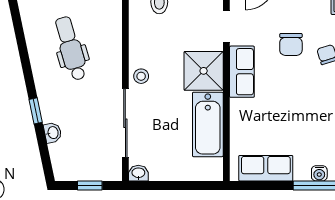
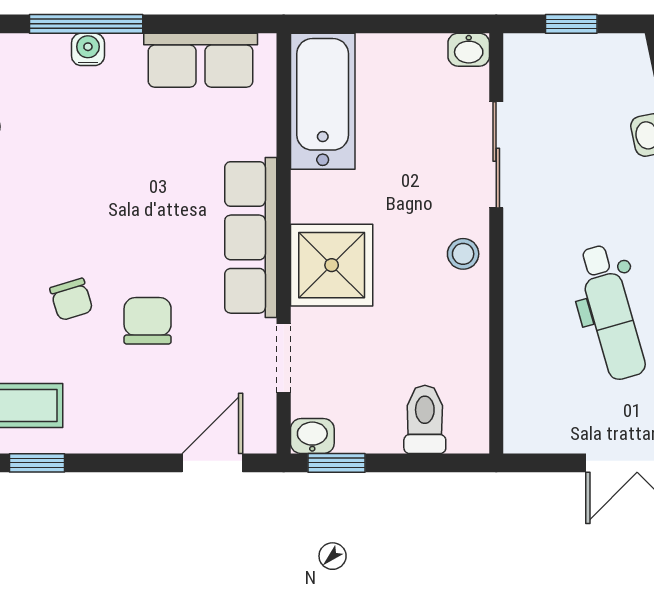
row of seats: (242, 72) -> (251, 237), width x1.48
sliding door: (125, 123) -> (496, 155), width x0.73
bathtub: (208, 124) -> (323, 101), moved

